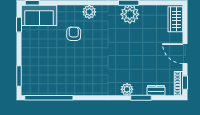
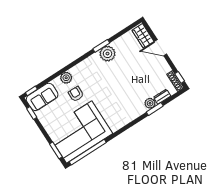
plant: (89, 12) -> (66, 78), moved
door: (185, 54) -> (161, 48), moved
corner sofa: (53, 73) -> (79, 132), added
plant: (127, 89) -> (150, 103), moved

